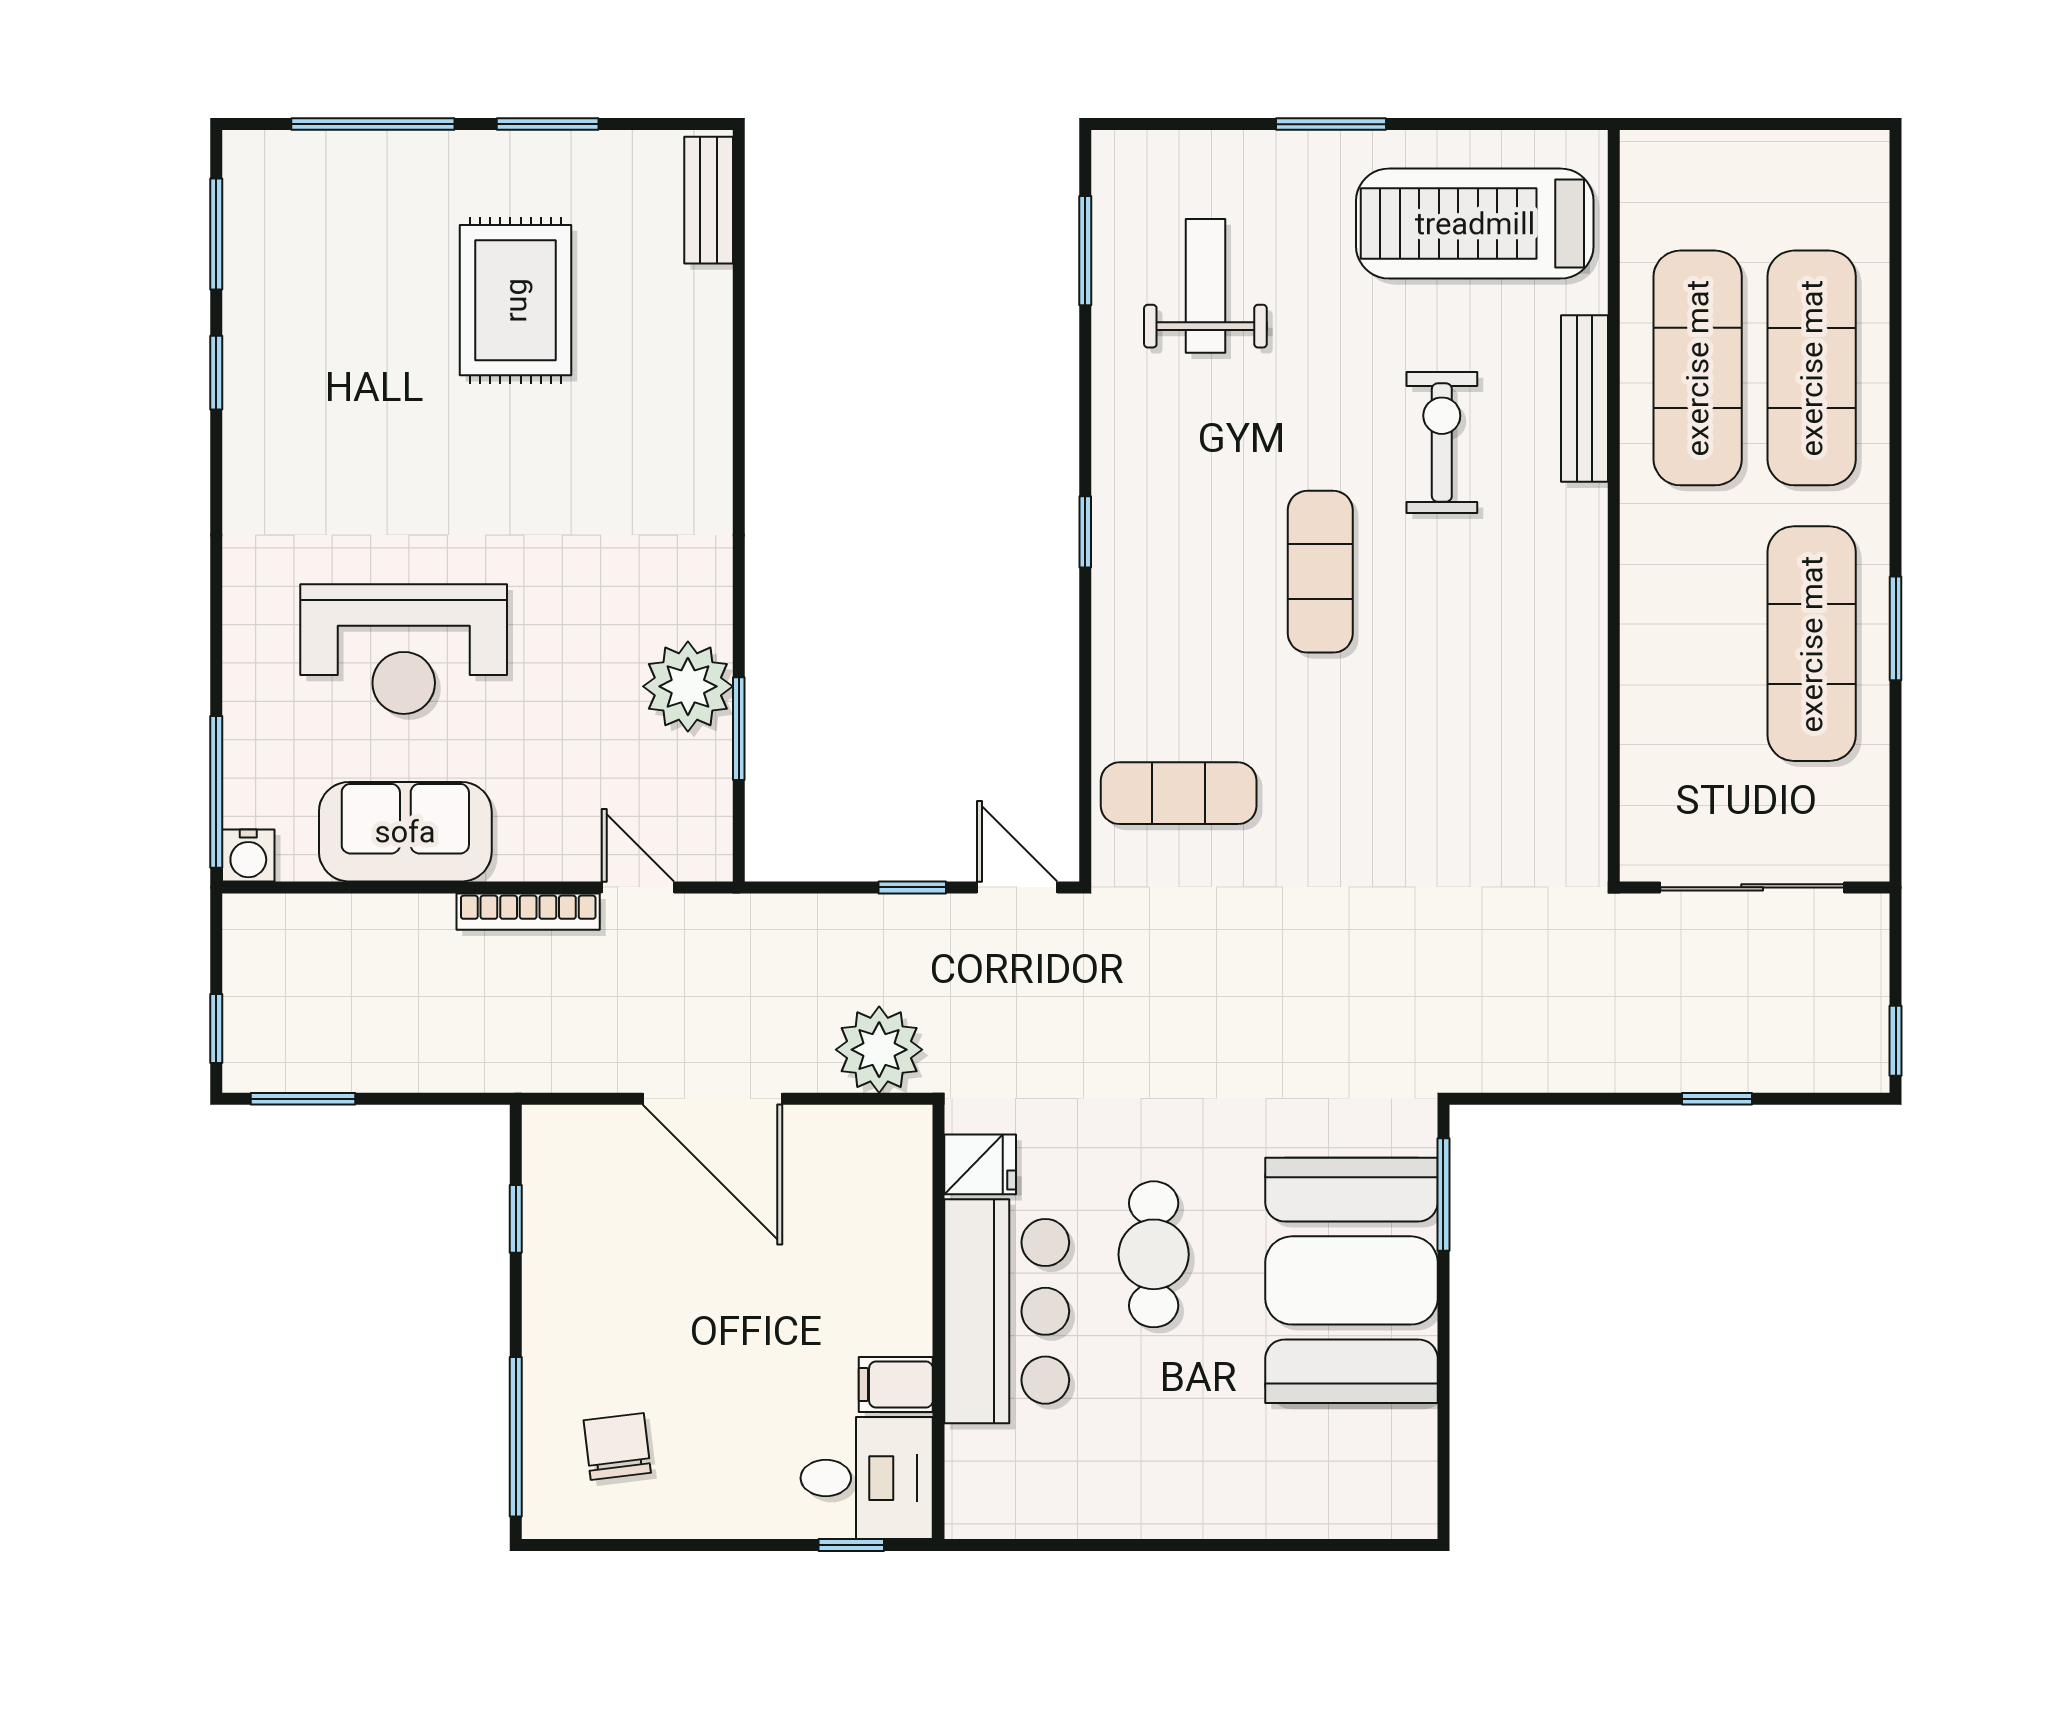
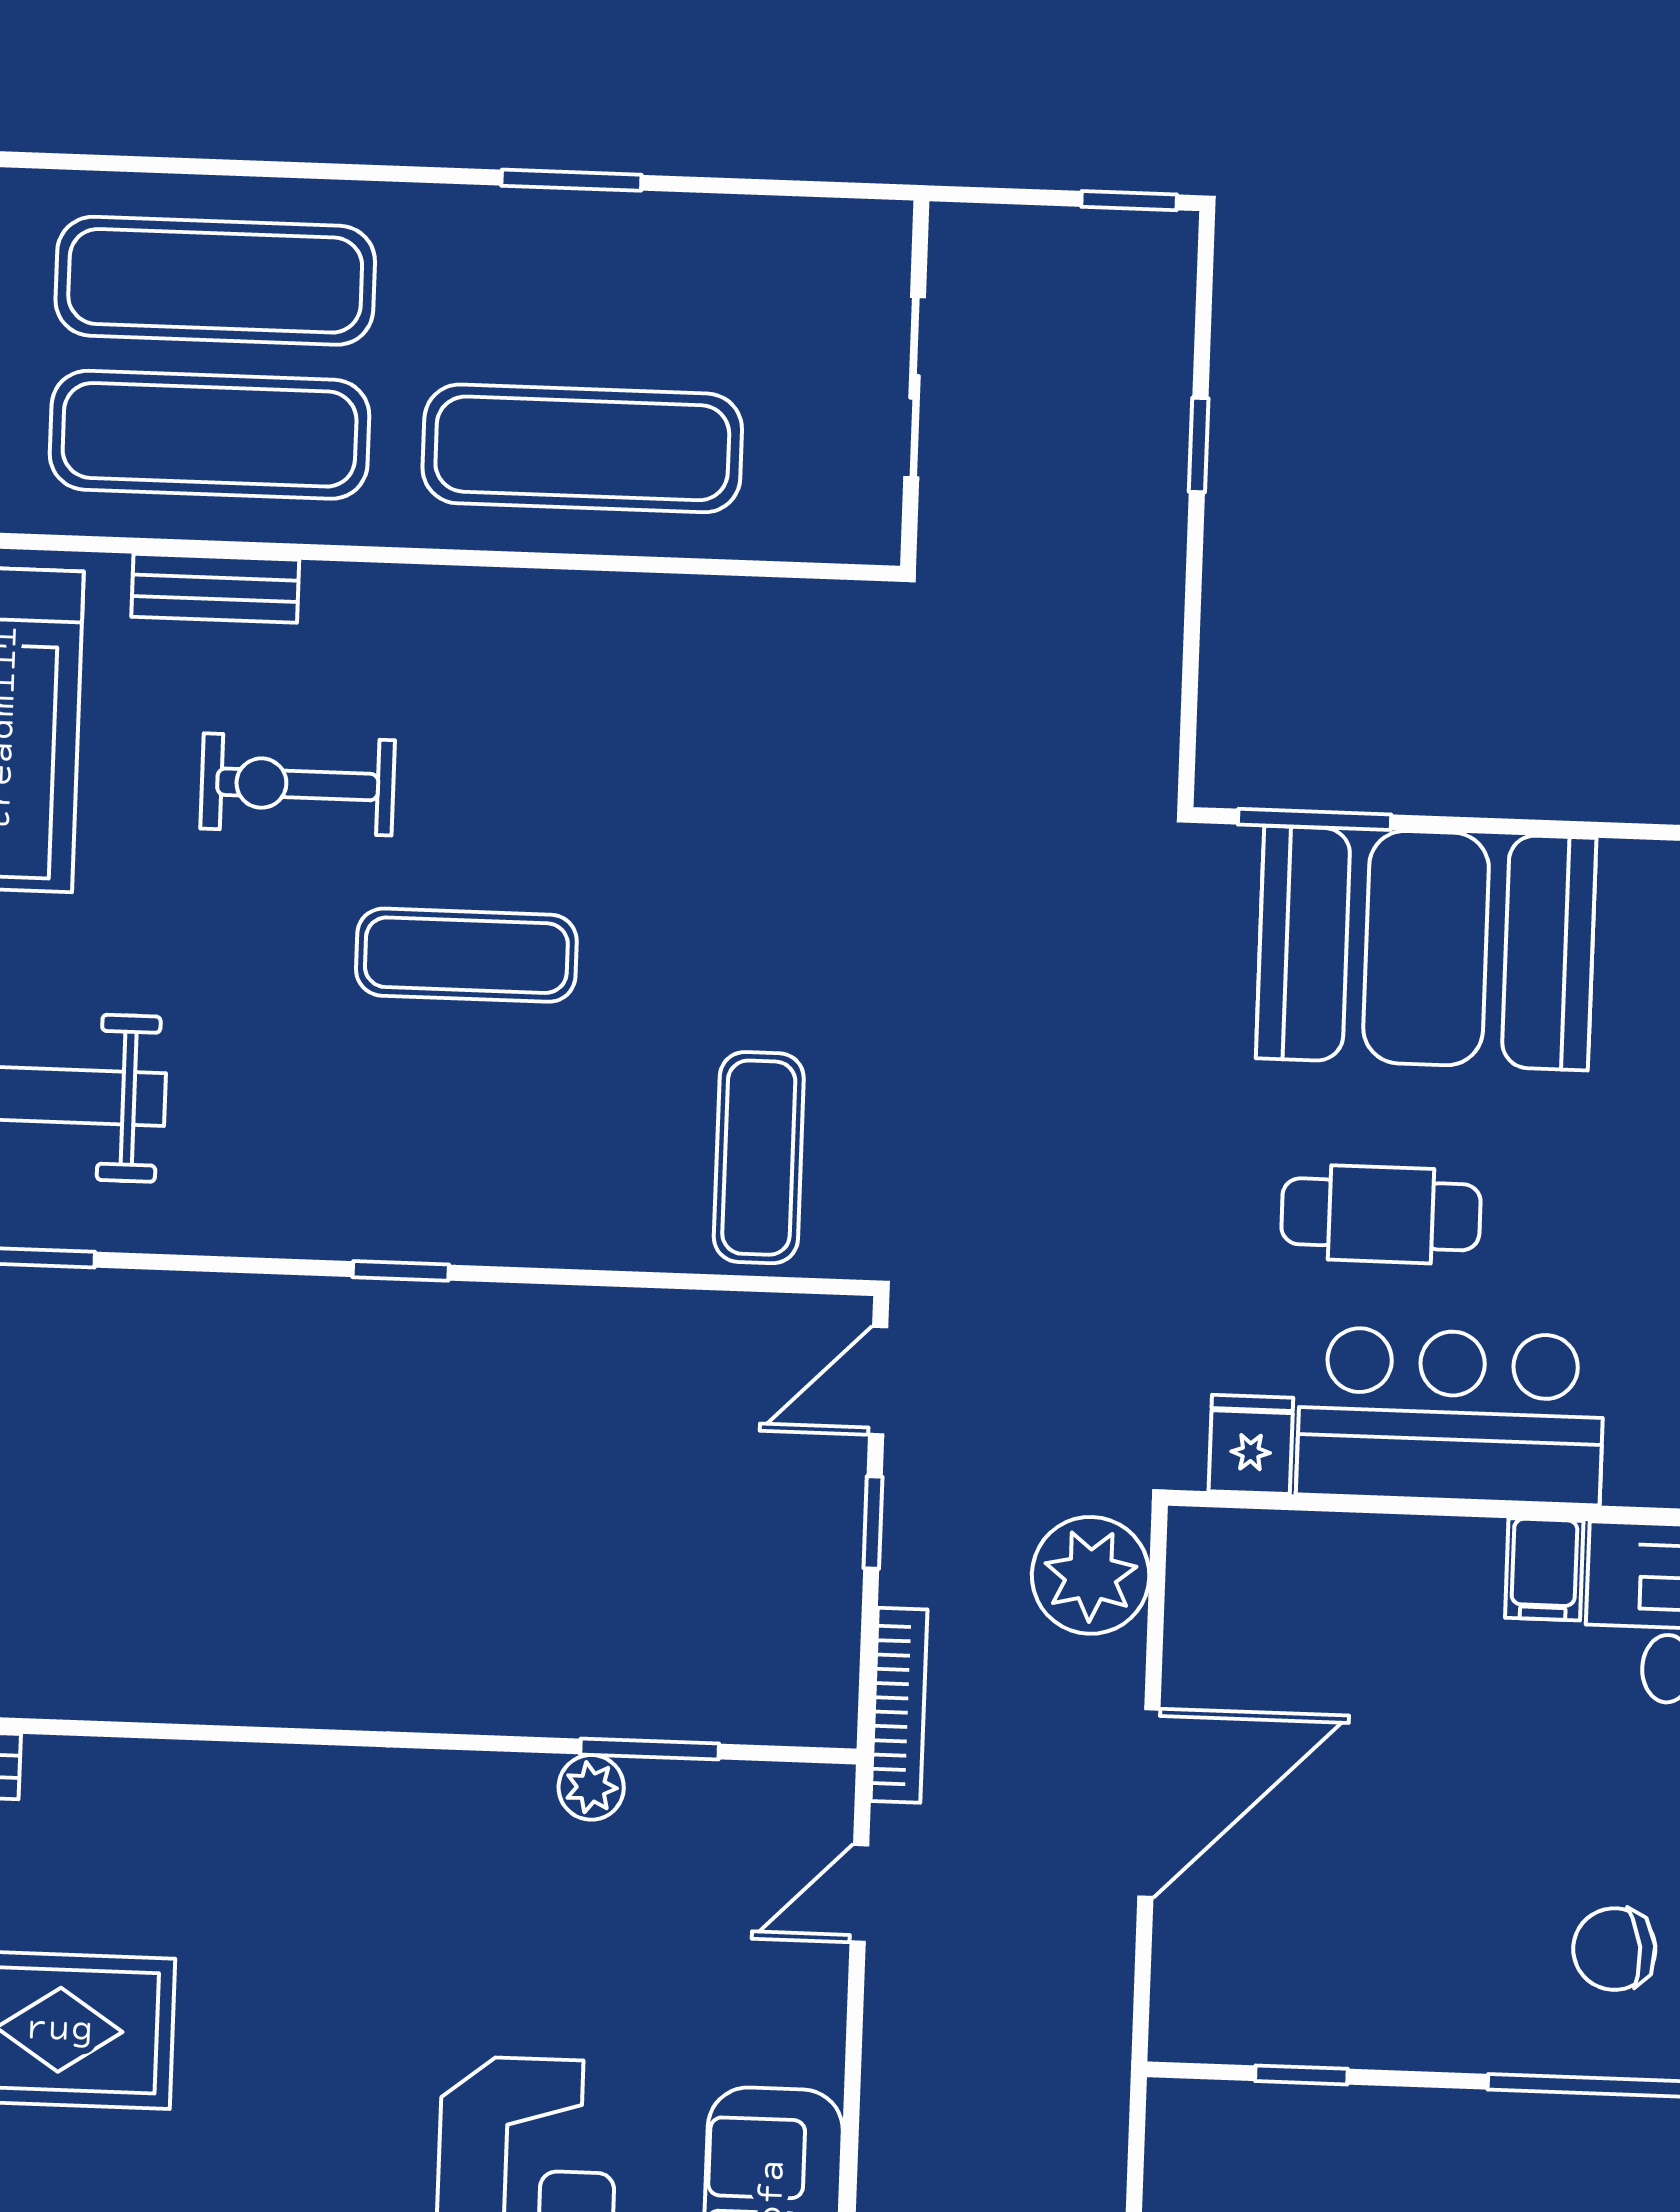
bench: (1585, 399) -> (215, 588), width x0.73
exercise mat: (1812, 644) -> (582, 448), moved
plant: (688, 686) -> (591, 1787), width x0.53, depth x0.53
sliding door: (1752, 887) -> (915, 387), width x0.73
bookcase: (528, 912) -> (899, 1705), moved

